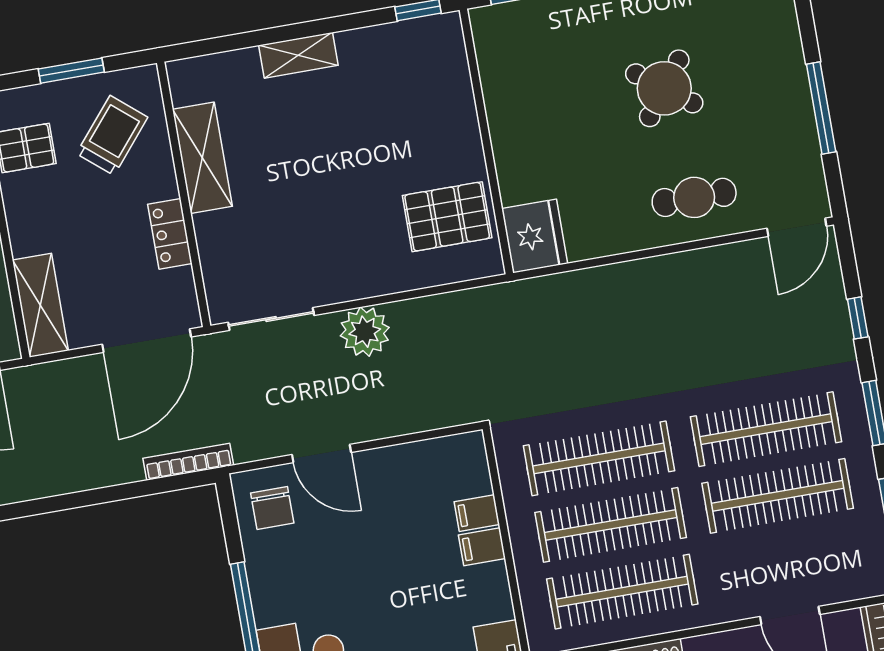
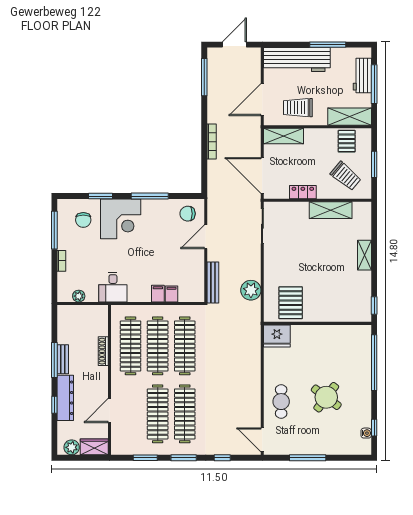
plant: (365, 332) -> (251, 290), moved
bench: (431, 416) -> (213, 283), added
bookcase: (188, 462) -> (212, 142), moved

